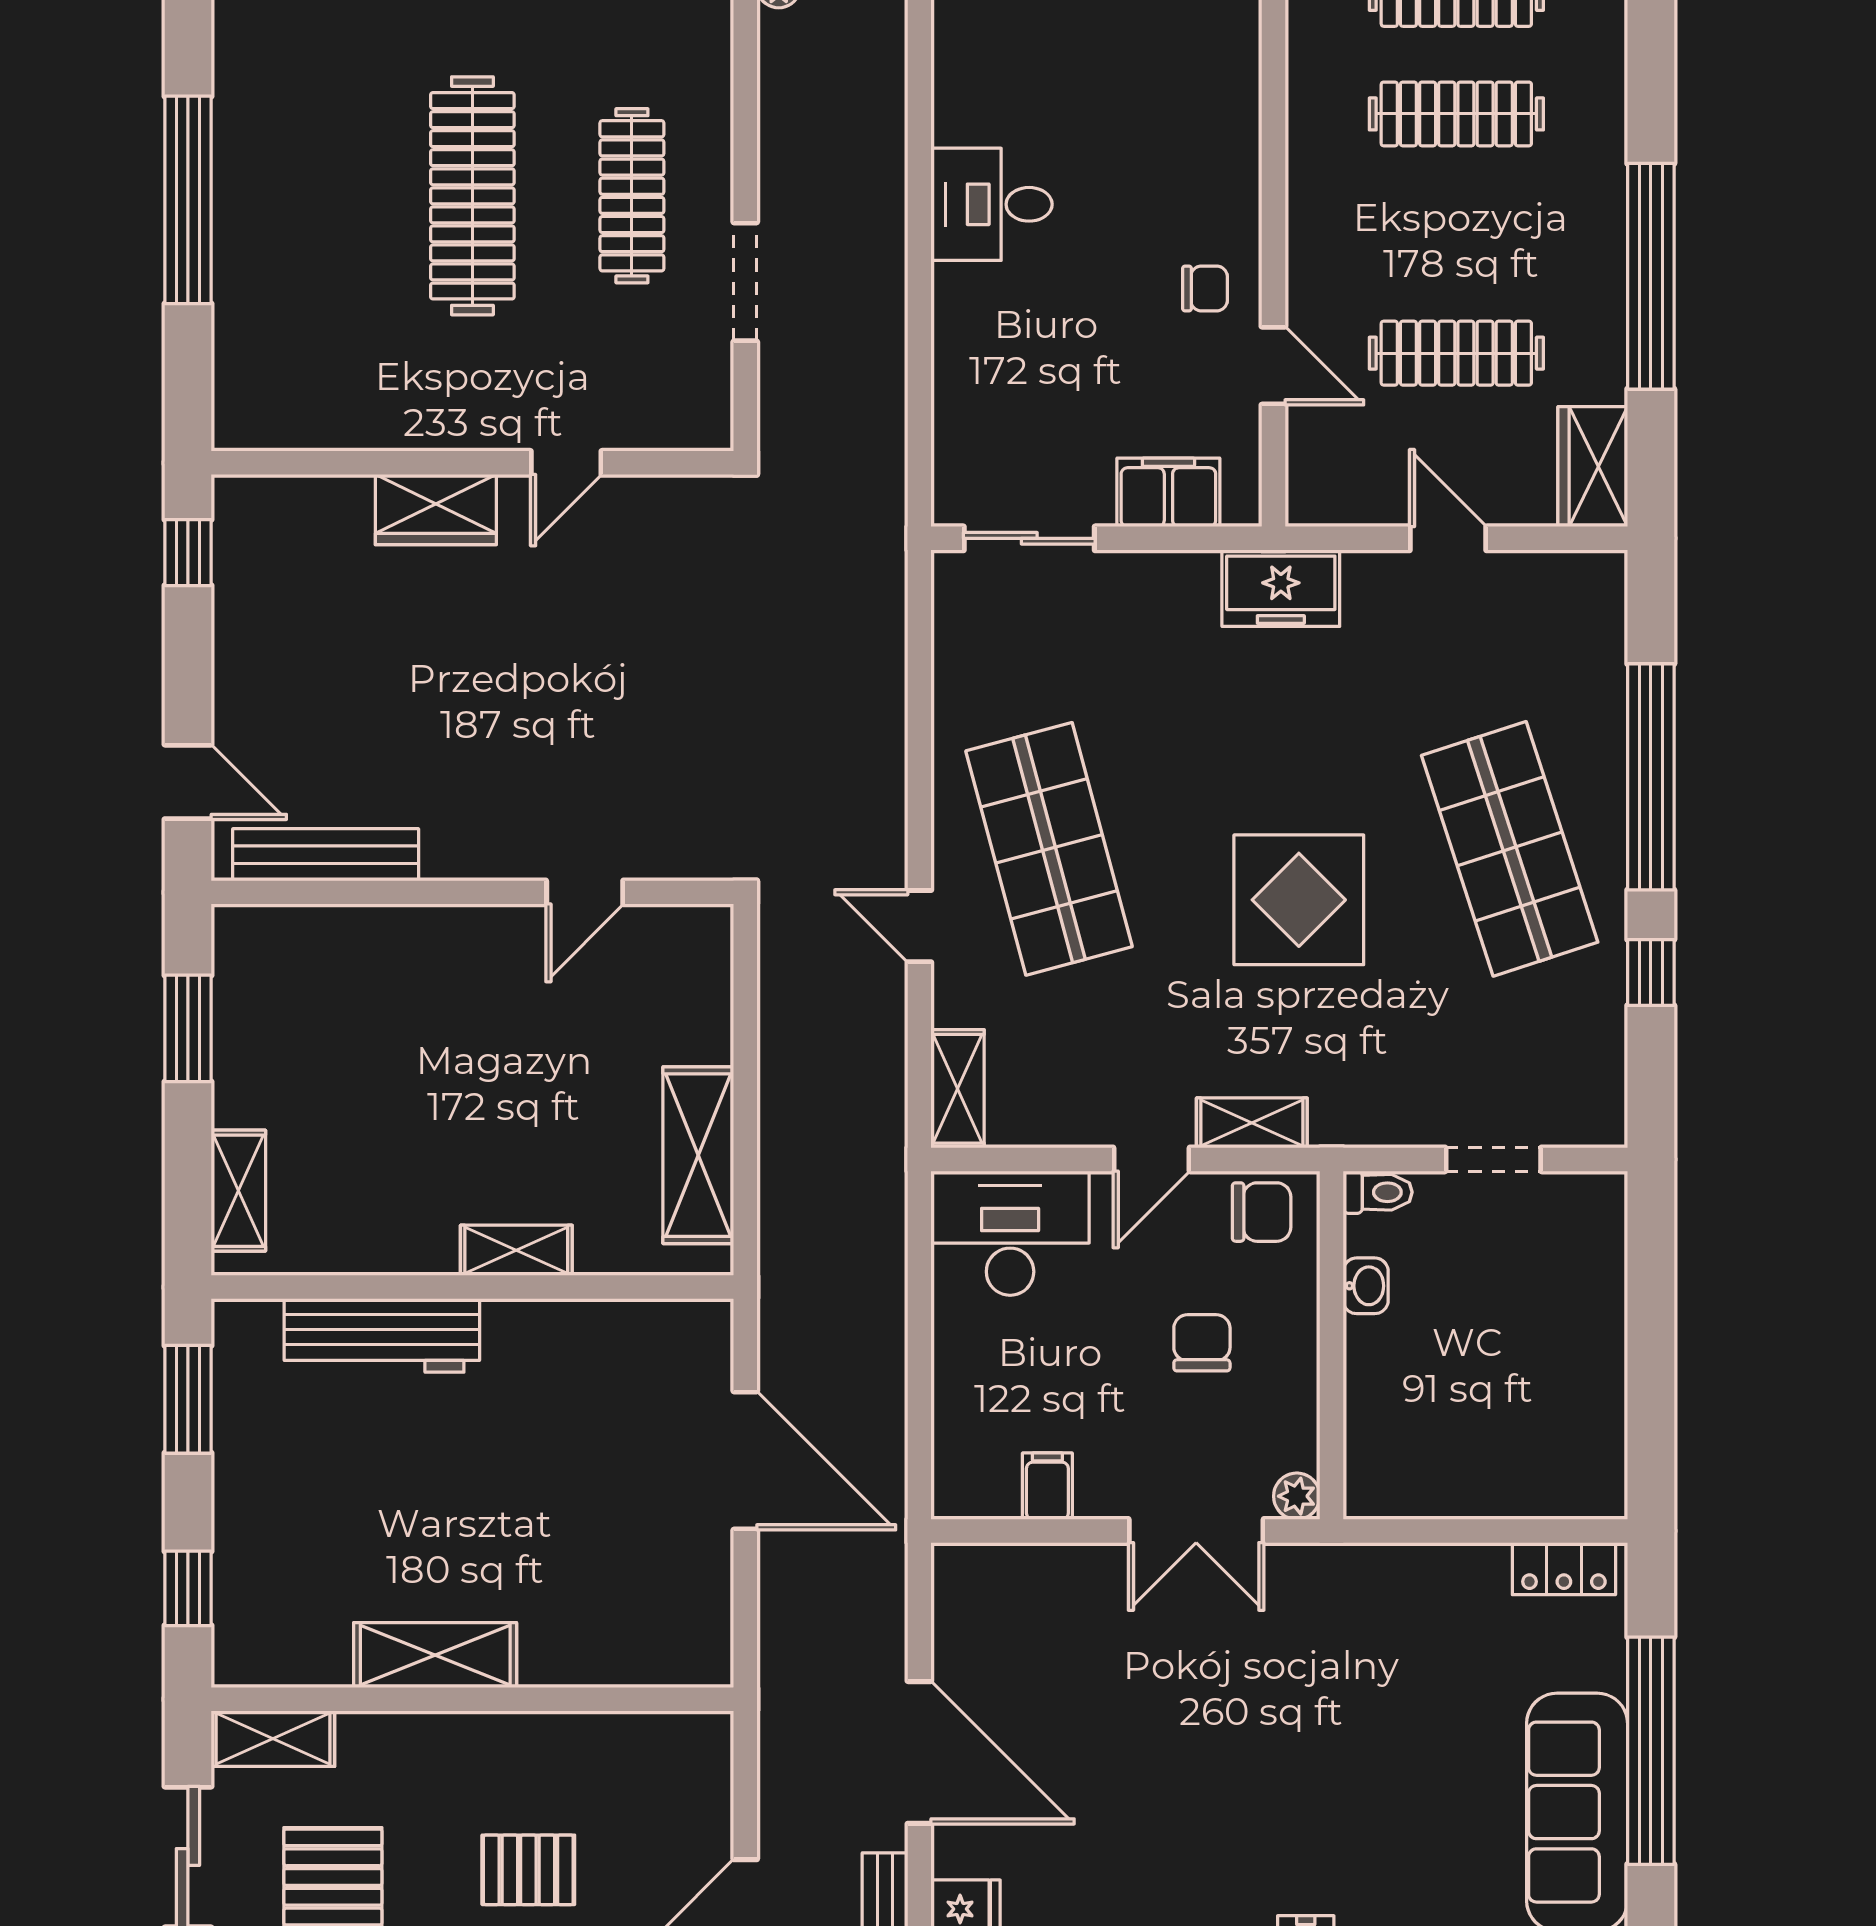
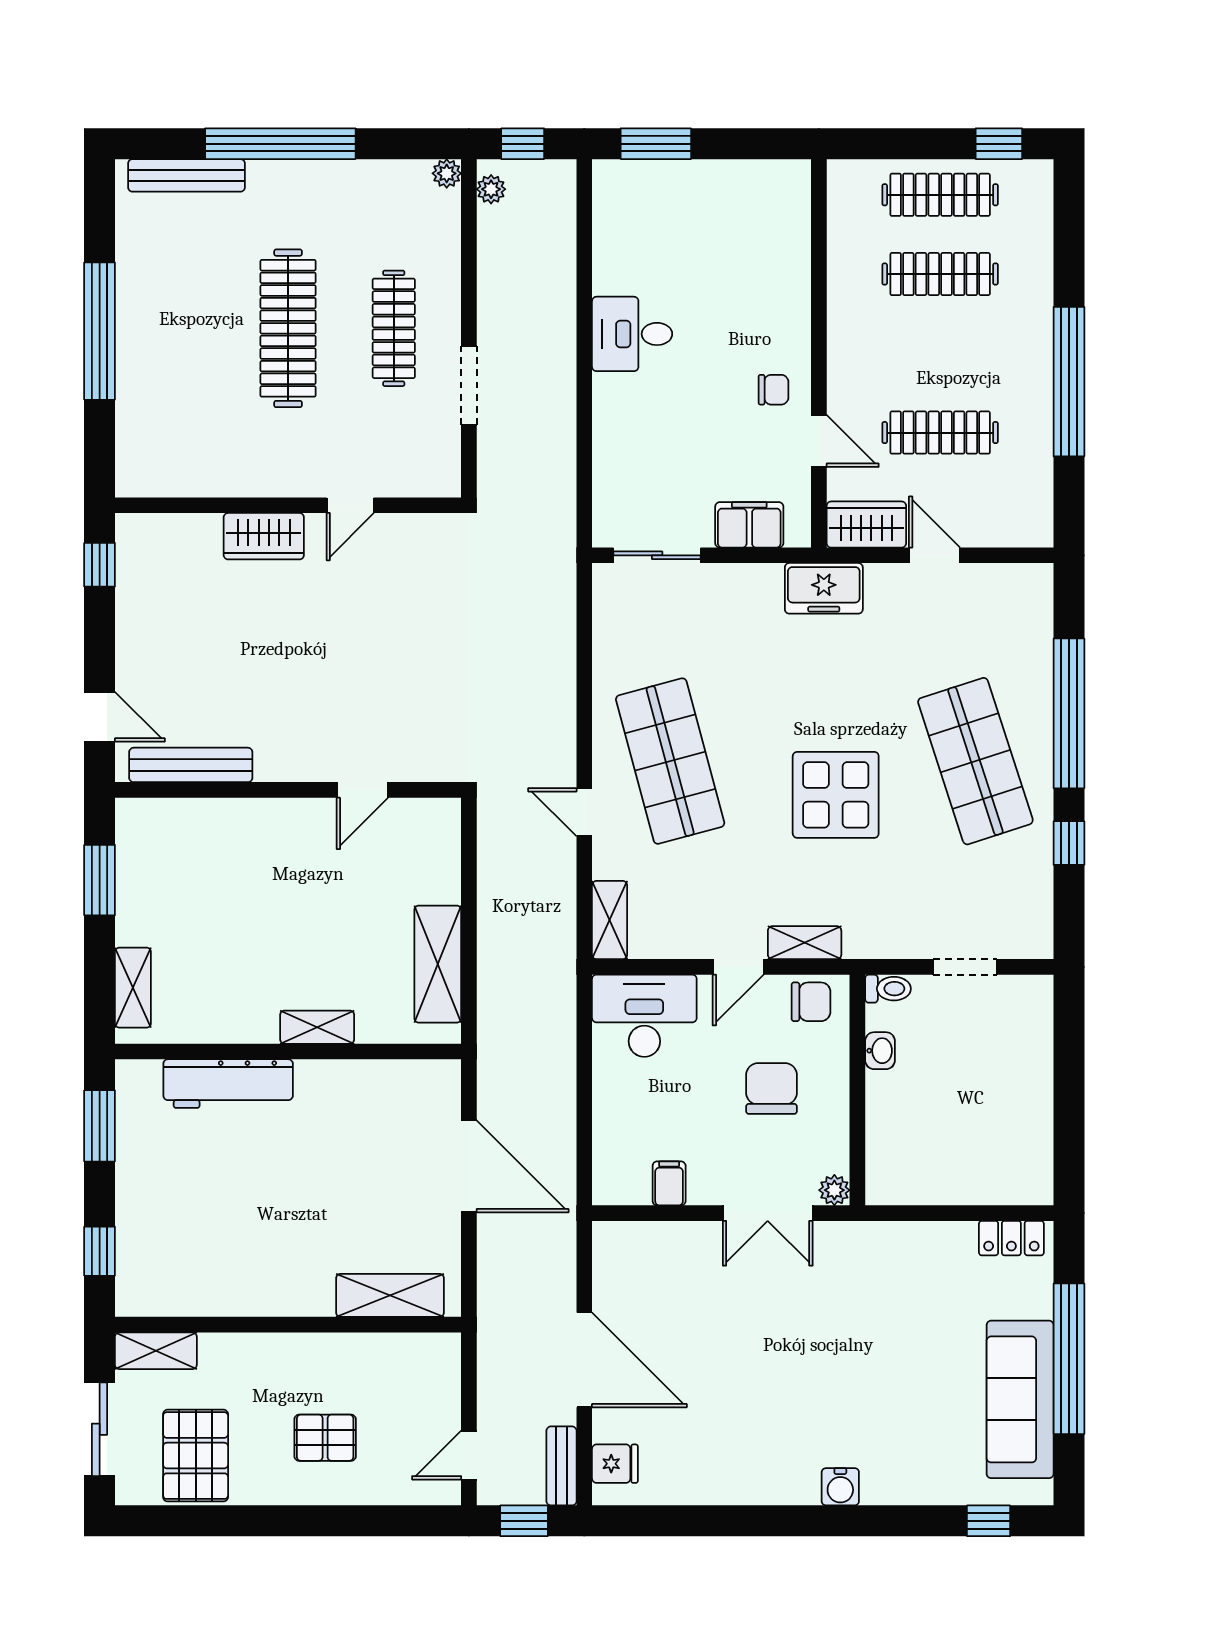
wardrobe: (1593, 467) -> (866, 525), moved, turned 90
chair: (1202, 1343) -> (771, 1088), width x1.37, depth x1.37
shelving: (435, 1655) -> (390, 1295), moved

